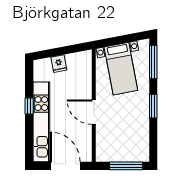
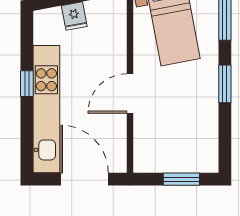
door: (94, 112) -> (130, 93), hinge flipped
window: (126, 166) -> (181, 179), width x0.69

